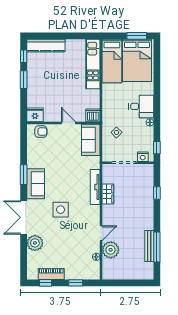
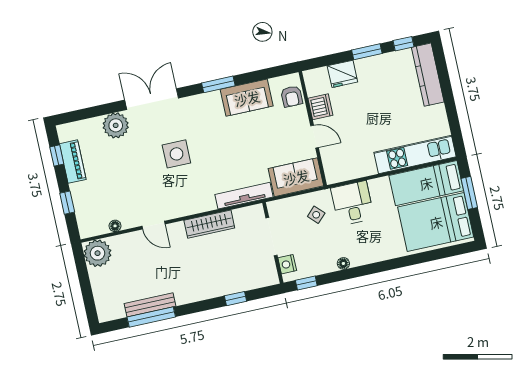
window: (137, 36) -> (469, 193), moved
desk: (141, 106) -> (352, 203), moved, turned 180
fridge: (35, 115) -> (342, 74), moved, turned 90
dishwasher: (93, 115) -> (320, 107), moved
door: (68, 123) -> (315, 137), hinge flipped
sofa: (36, 184) -> (247, 98), moved
tv unit: (95, 187) -> (244, 196), moved
wardrobe: (108, 194) -> (209, 224), width x1.50
plant: (111, 250) -> (98, 253), moved

